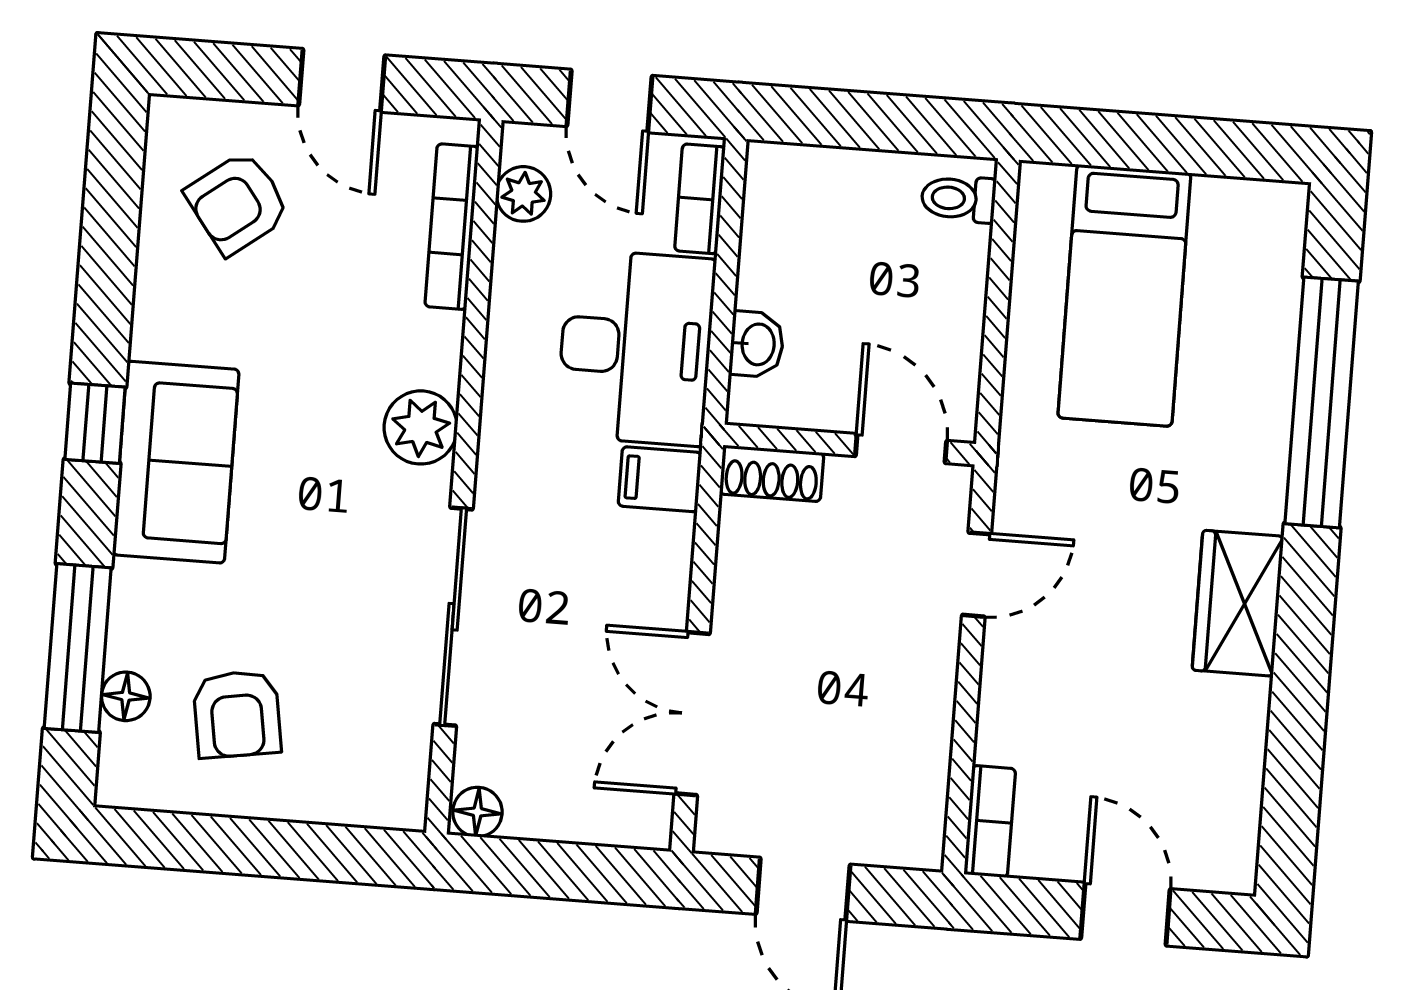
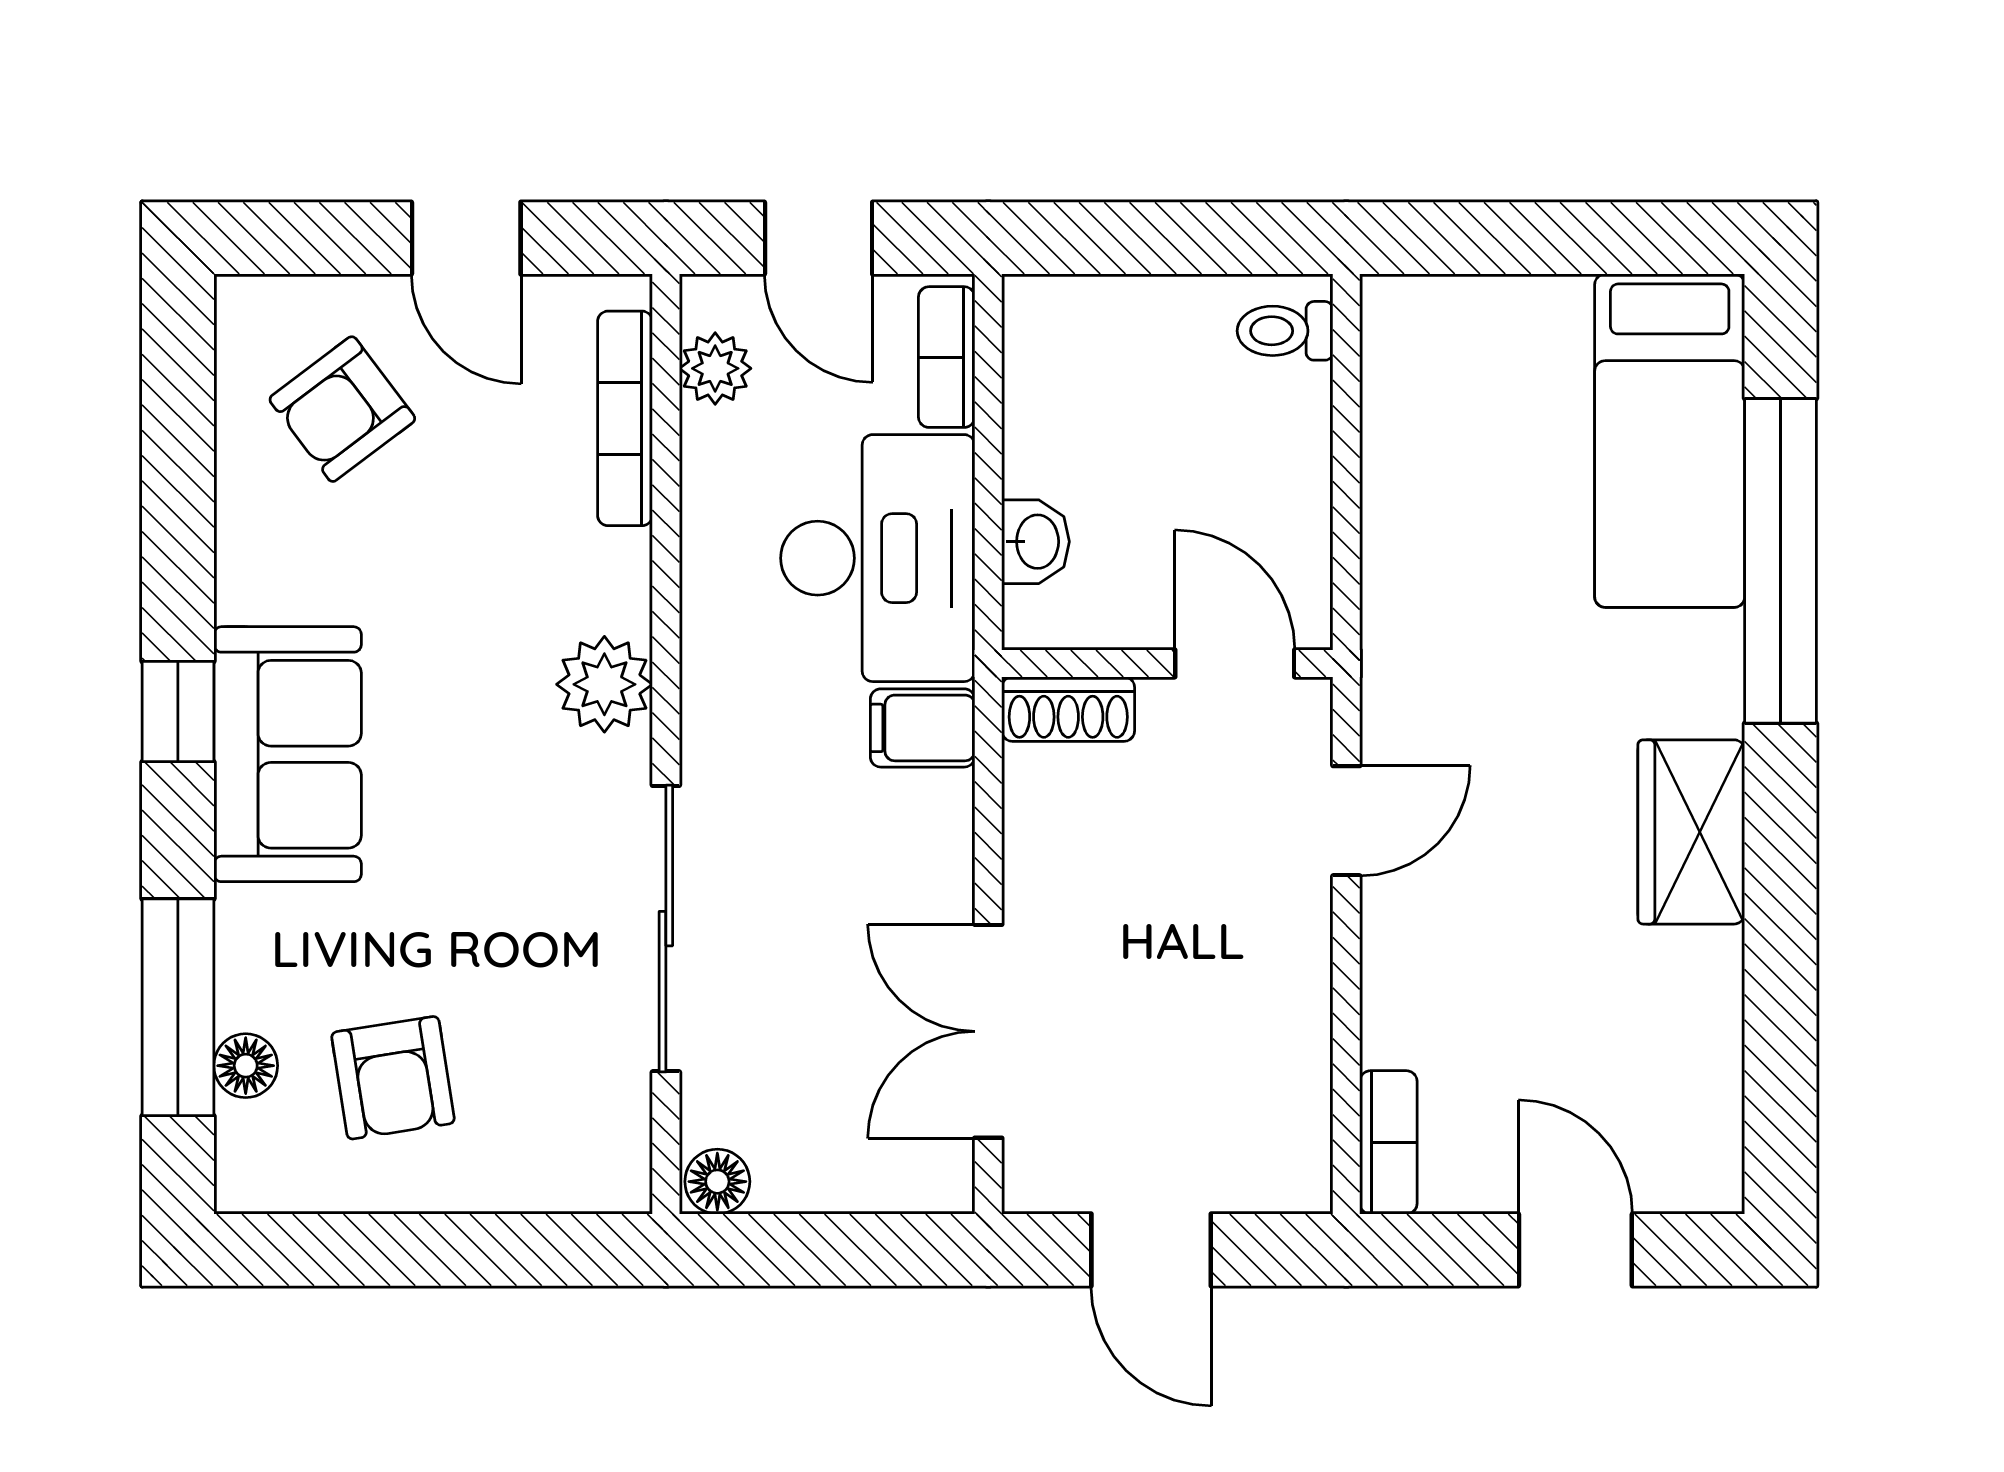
bed: (1124, 295) -> (1670, 441), moved

